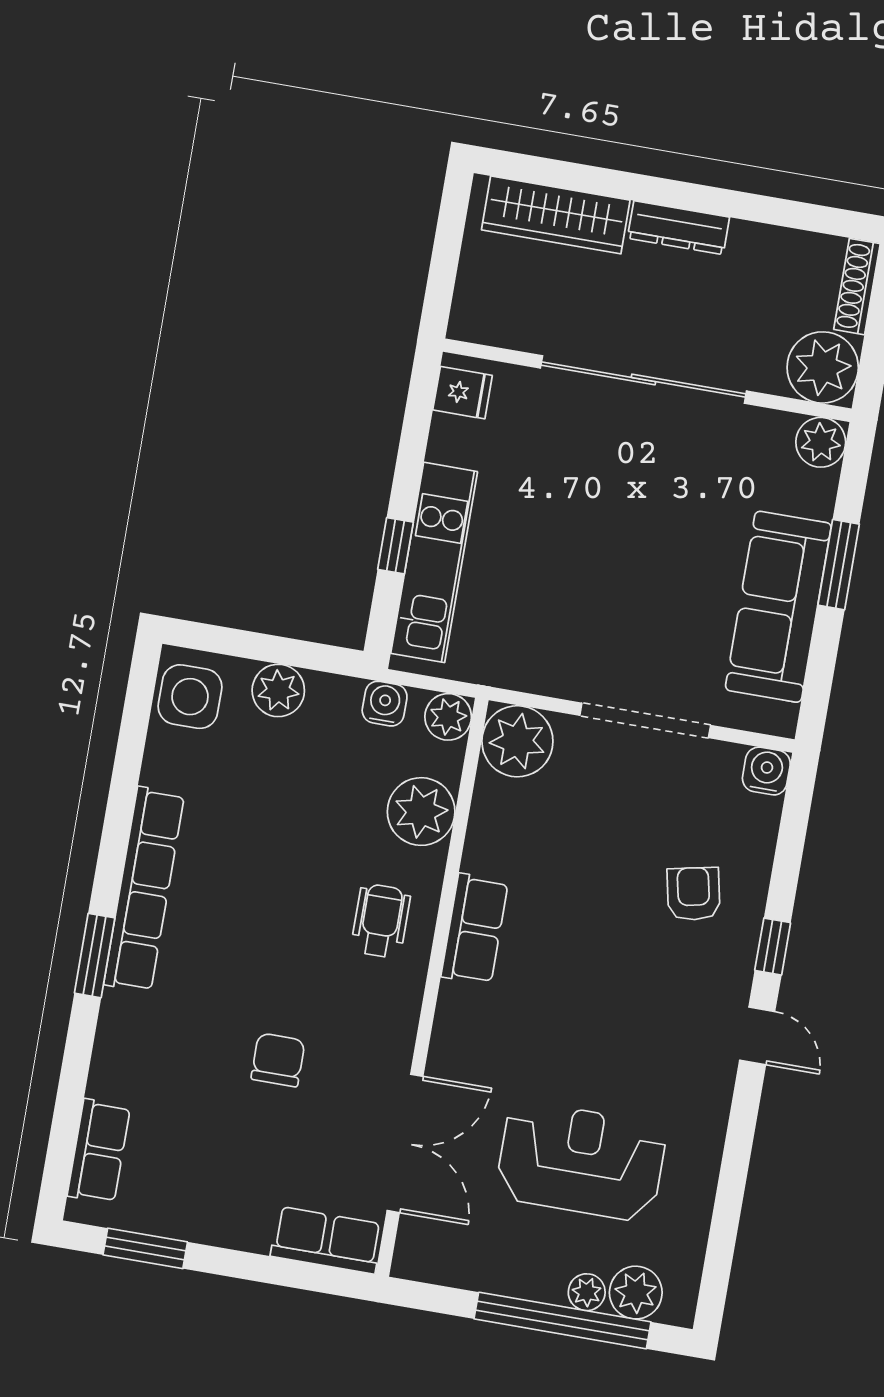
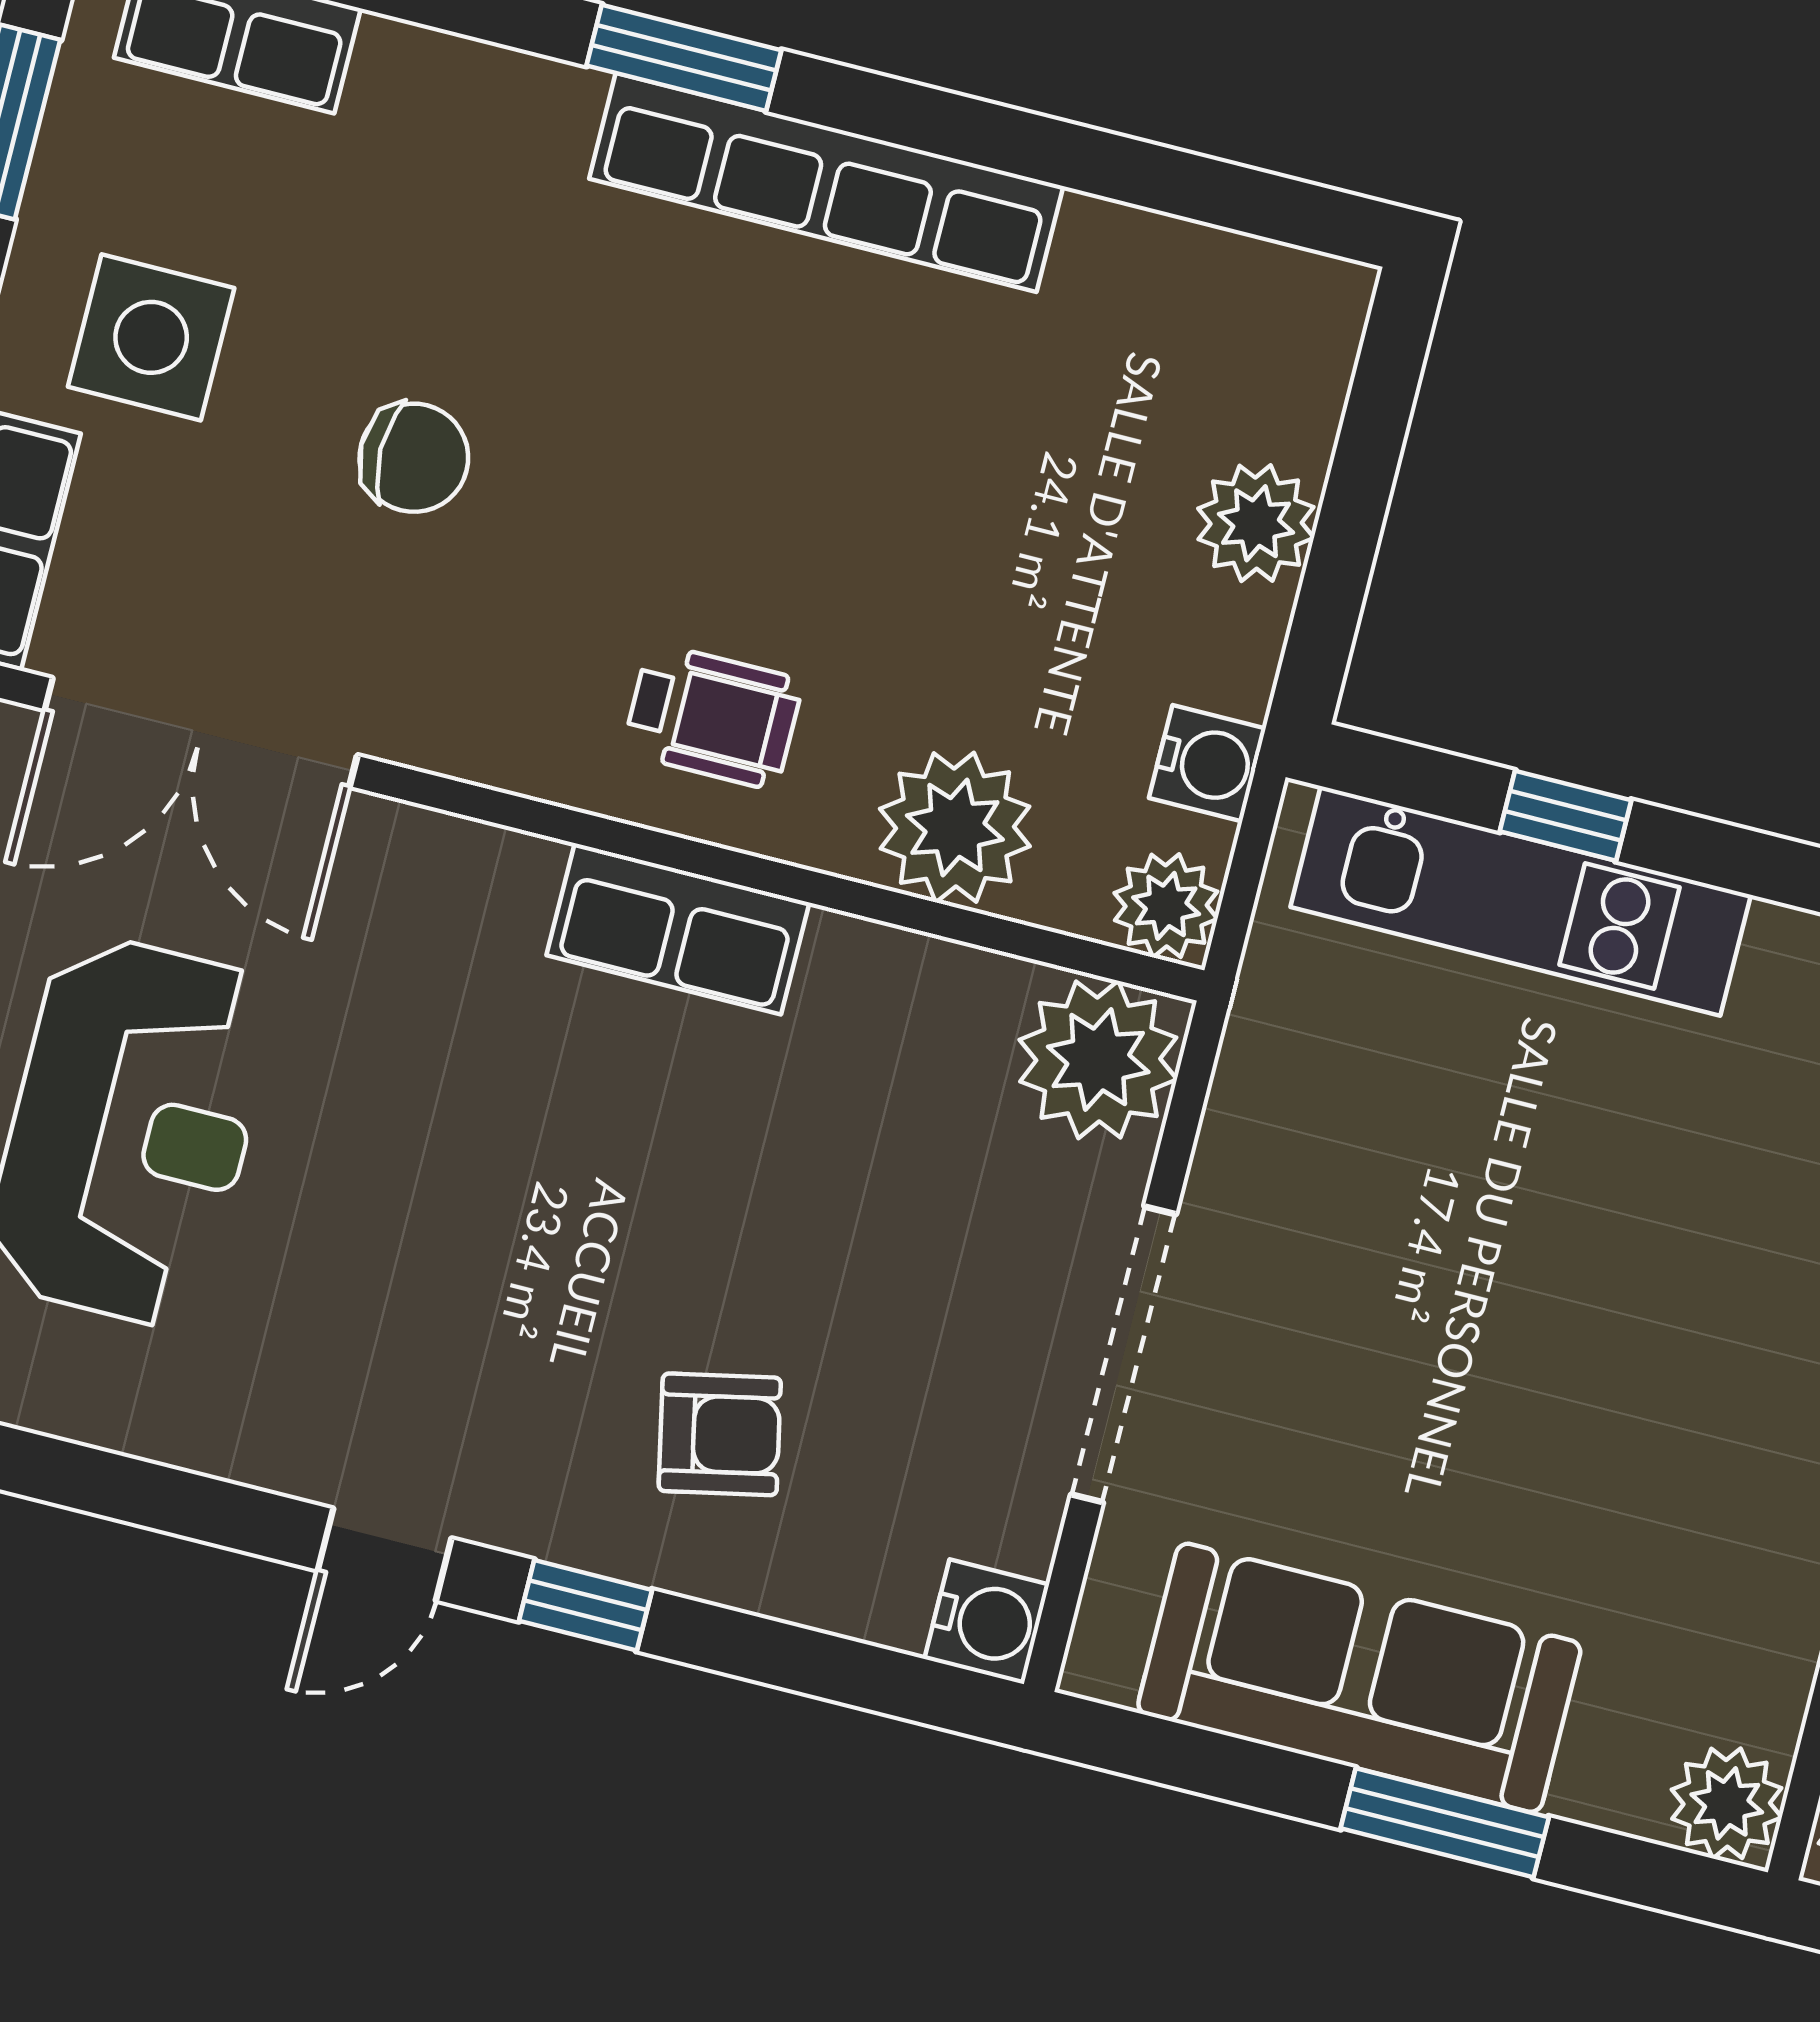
side table: (190, 697) -> (151, 337), moved

